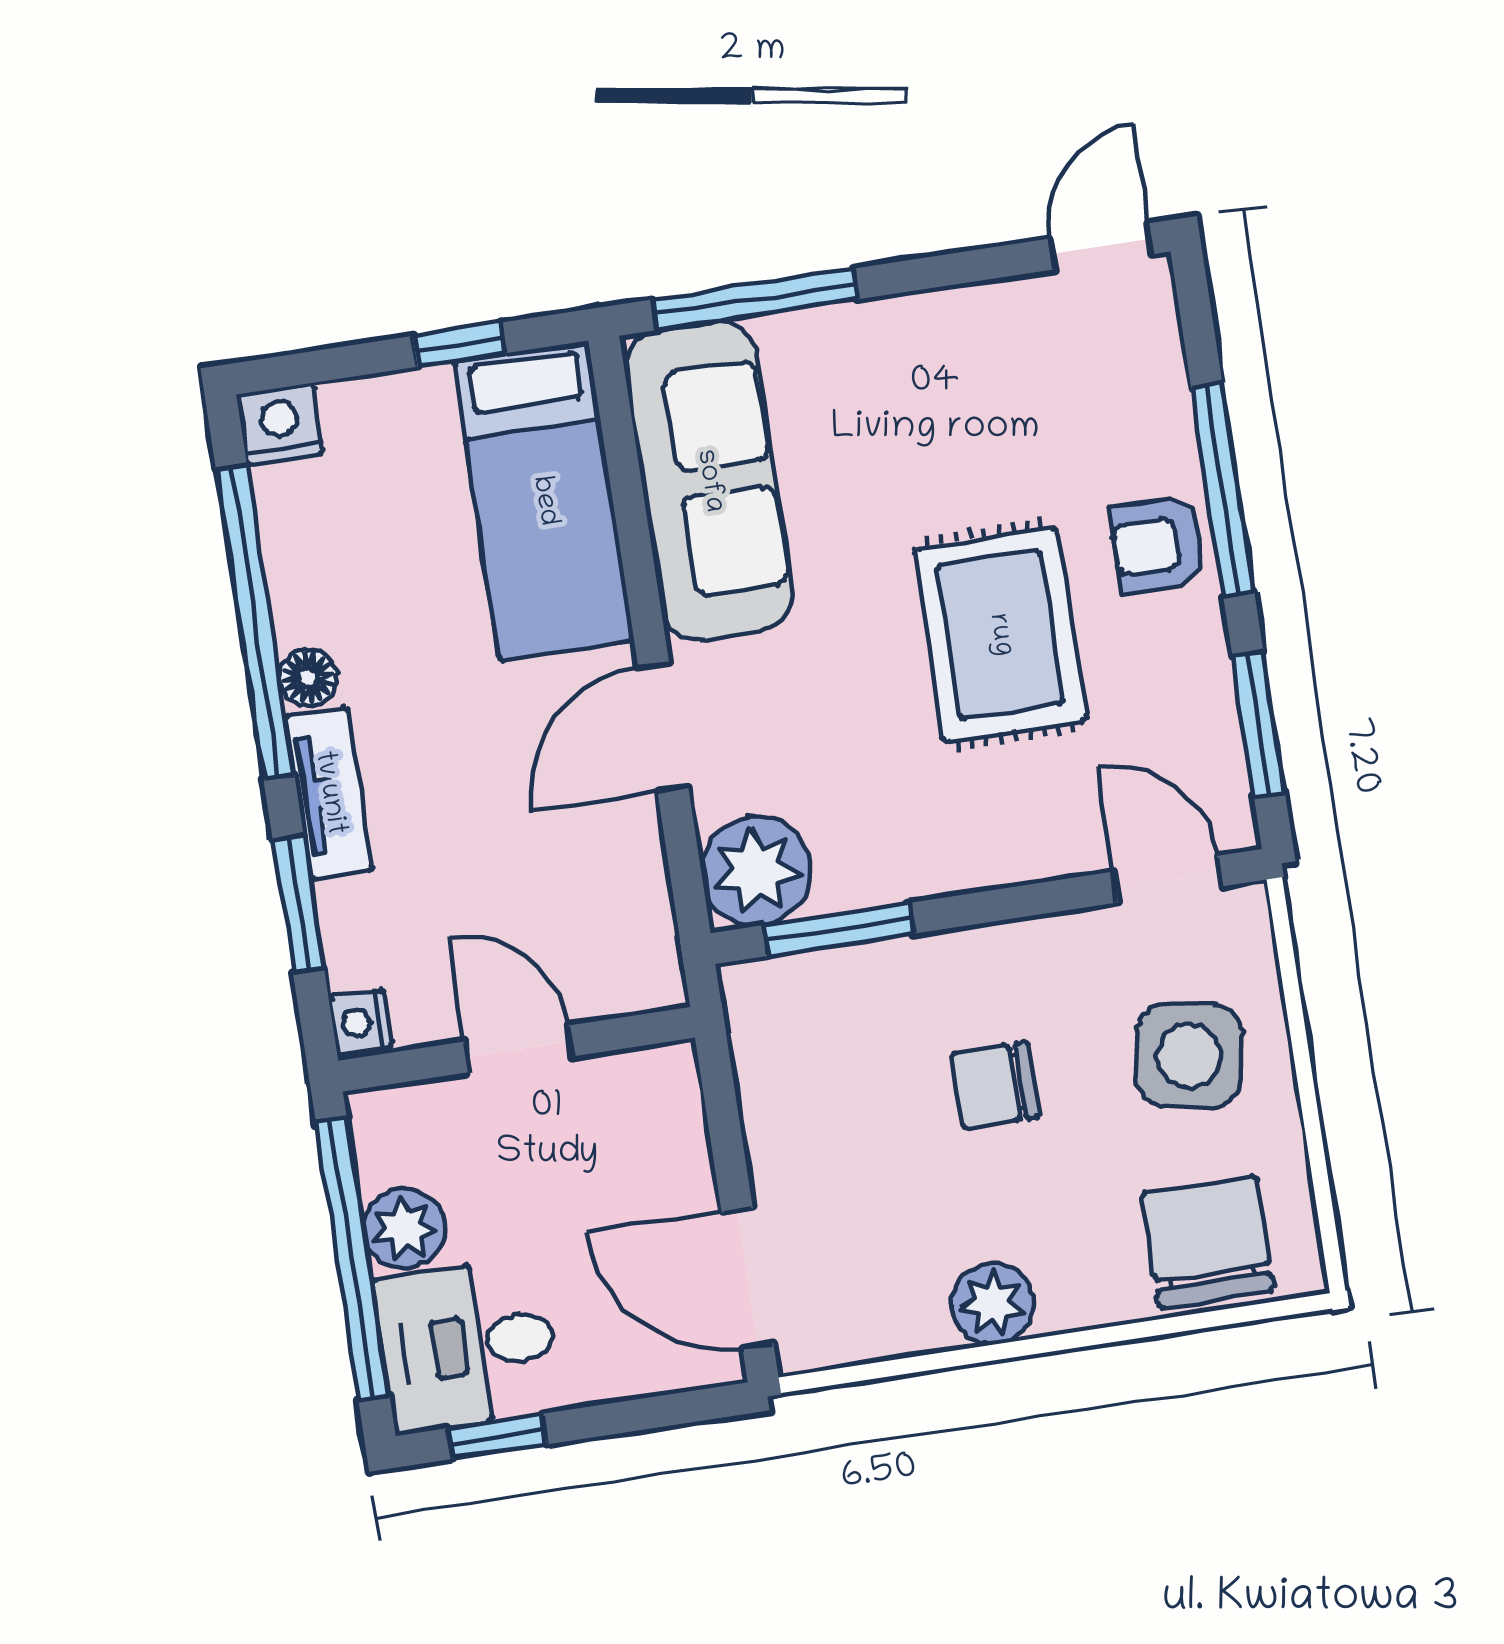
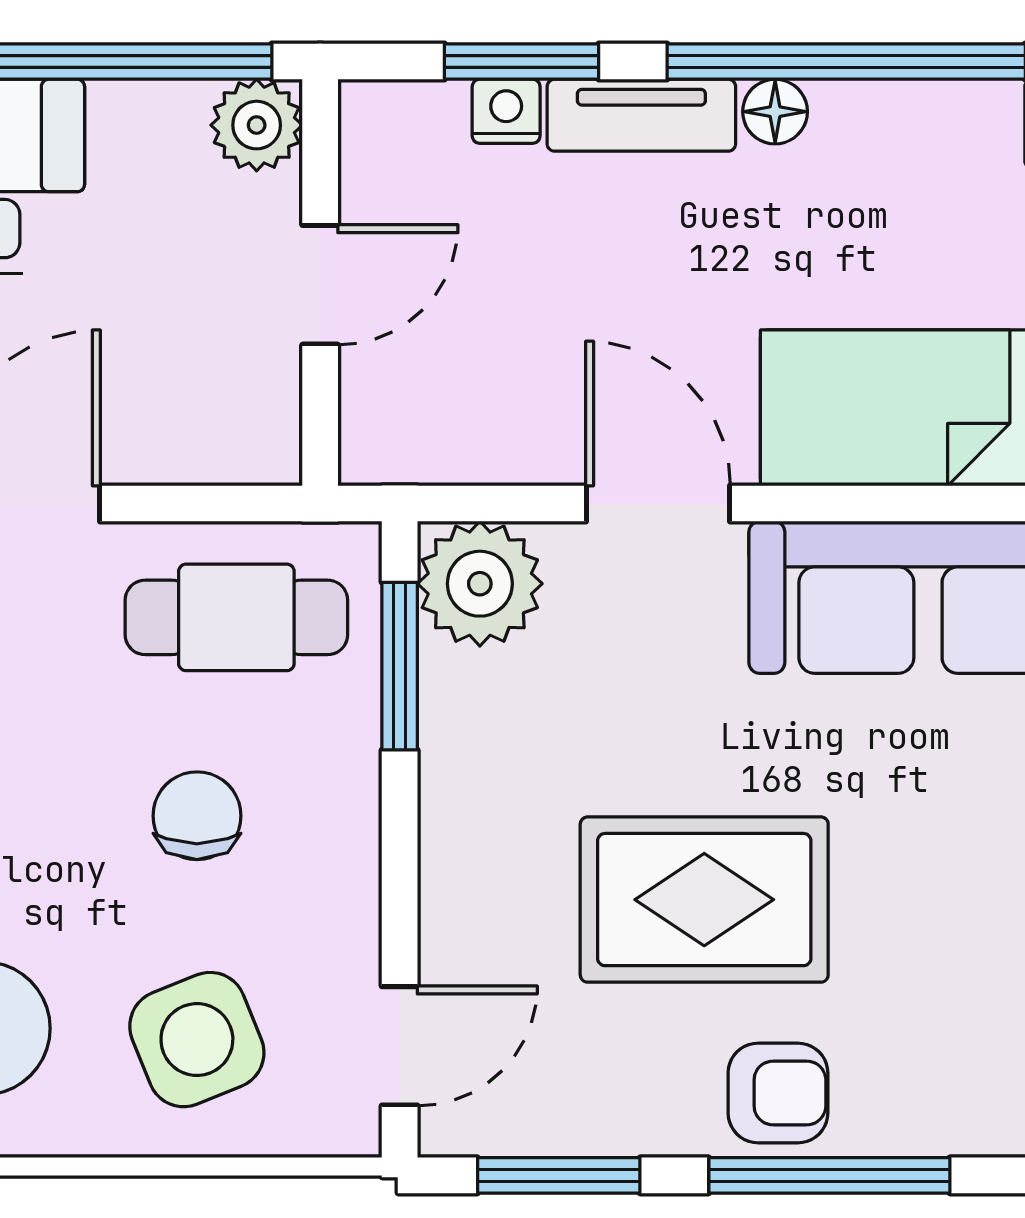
armchair: (1158, 545) -> (778, 1093), turned 90
nightstand: (361, 1022) -> (506, 111), moved
side table: (1189, 1056) -> (197, 1040), turned -33
cafe table: (818, 1077) -> (236, 617), added
plant: (404, 1228) -> (257, 125), moved

